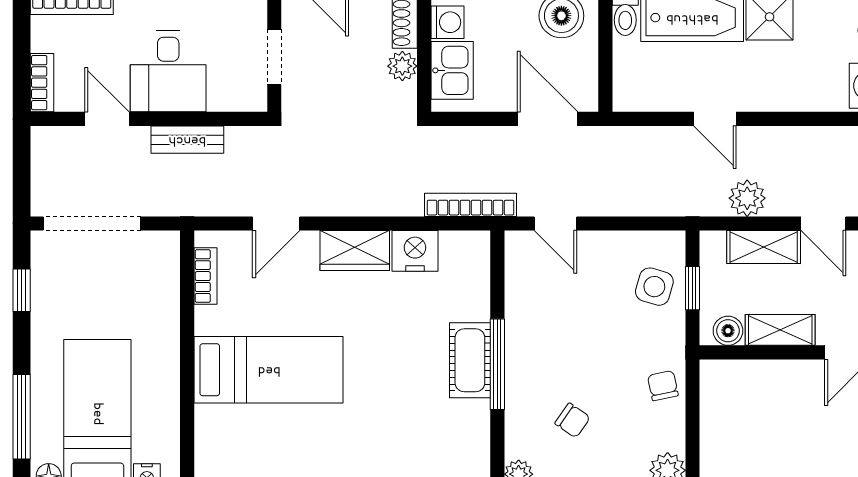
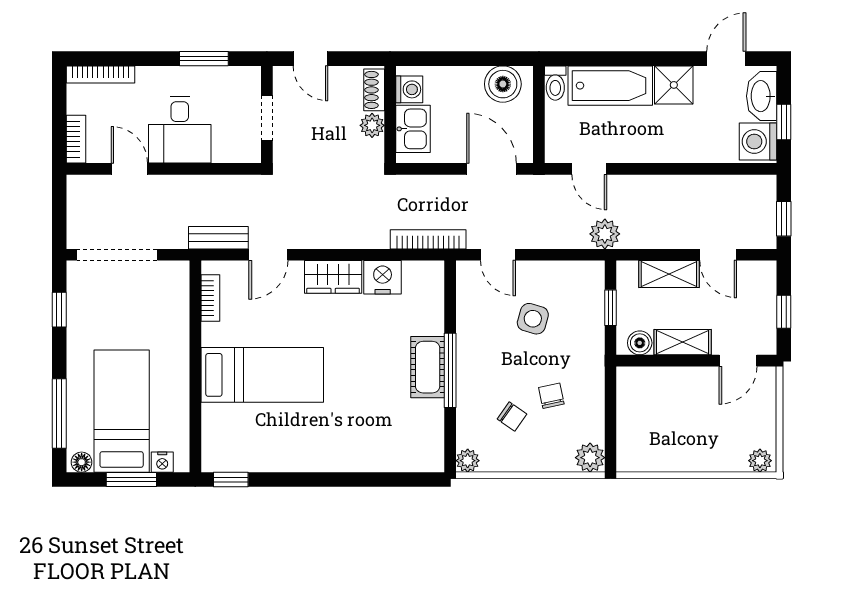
door: (715, 119) -> (589, 169), moved
bench: (187, 140) -> (218, 238), moved
plant: (747, 198) -> (605, 234), moved
side table: (654, 287) -> (533, 319), moved
chair: (663, 386) -> (551, 396), moved

